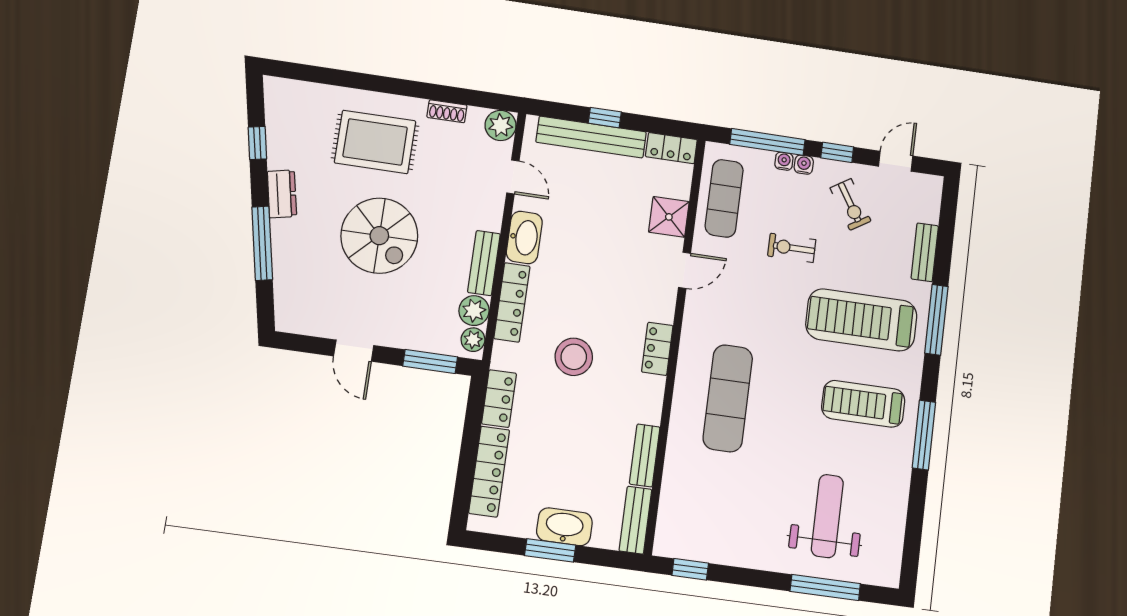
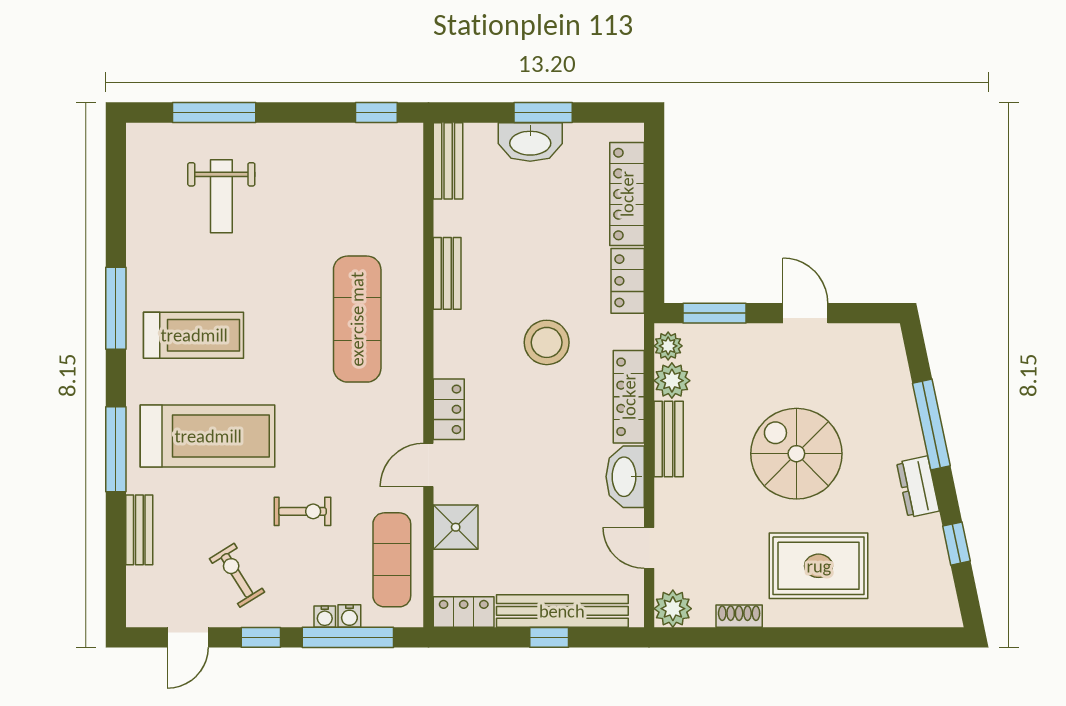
water cooler: (804, 165) -> (349, 616), moved
locker: (657, 349) -> (449, 409), moved
bench: (645, 455) -> (447, 273), moved
weight bench: (827, 516) -> (221, 196), width x0.73, depth x0.75

